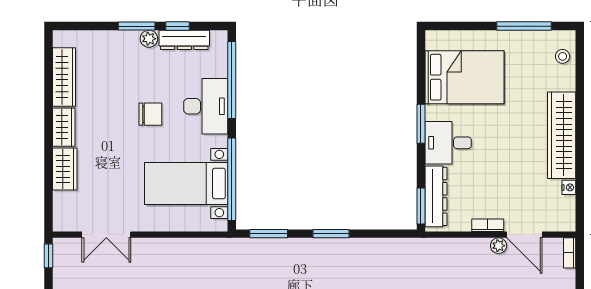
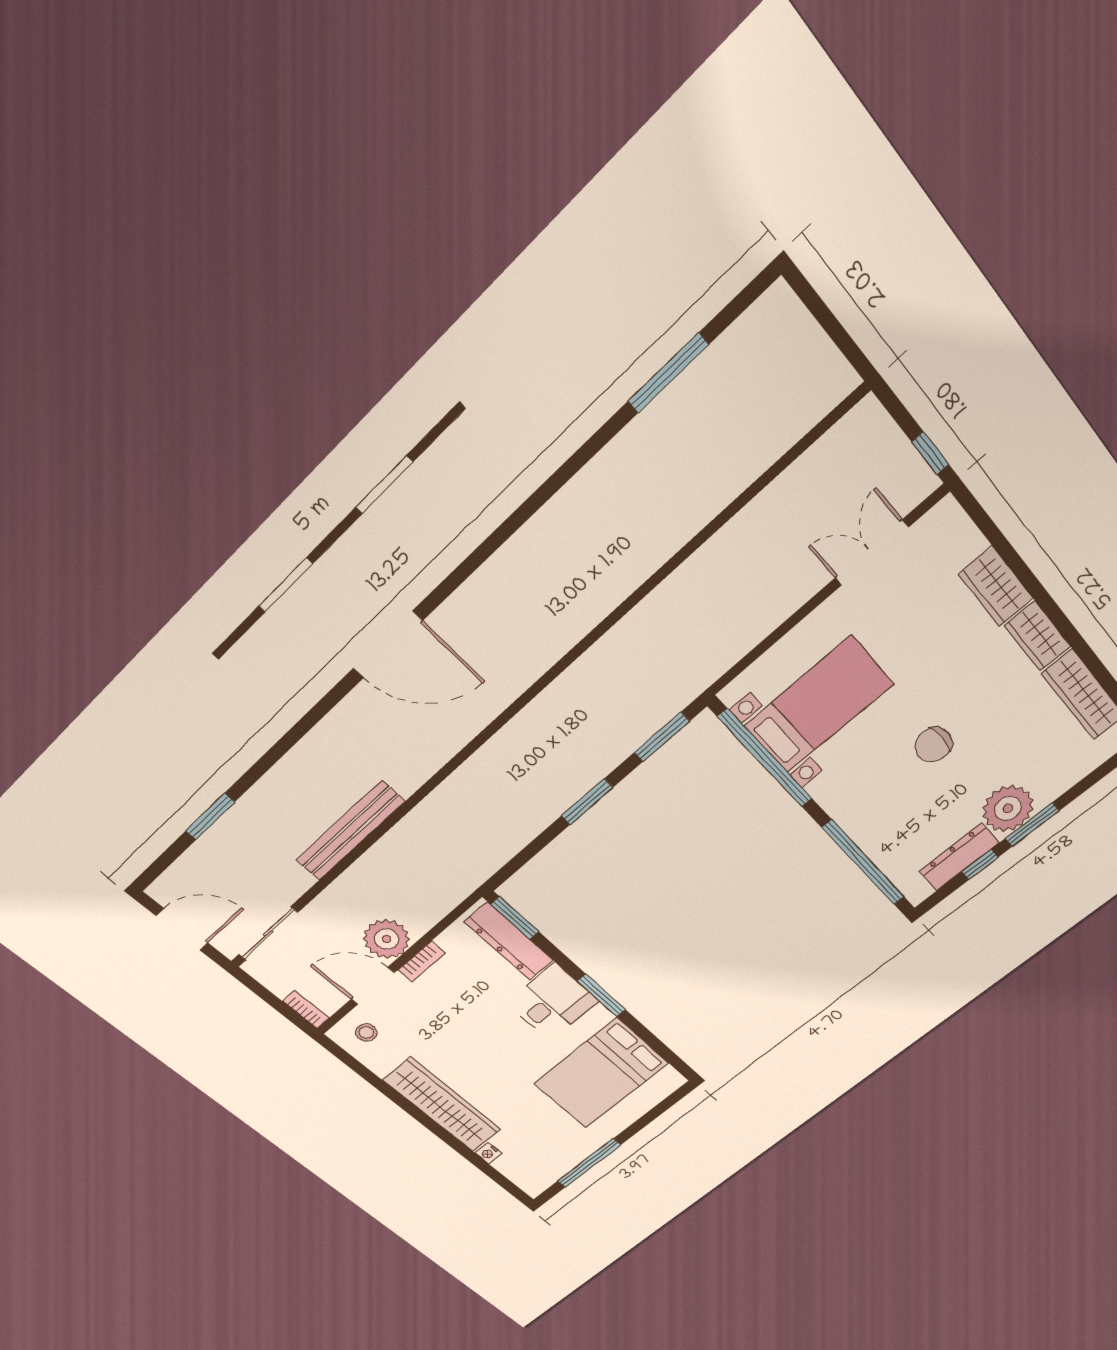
plant: (149, 39) -> (1008, 808), width x1.88, depth x1.88
stool: (563, 56) -> (366, 1033), moved
desk: (206, 106) -> (871, 810), removed
nightstand: (569, 187) -> (488, 1153), moved
plant: (499, 246) -> (387, 939), width x1.87, depth x1.87

